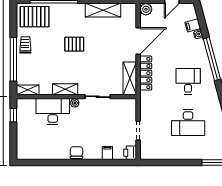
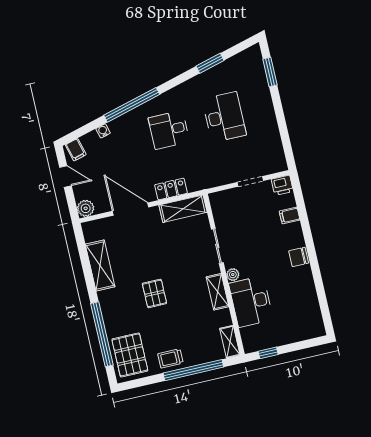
filing cabinet: (193, 25) -> (76, 150), moved
locker: (146, 73) -> (171, 189), width x0.66

